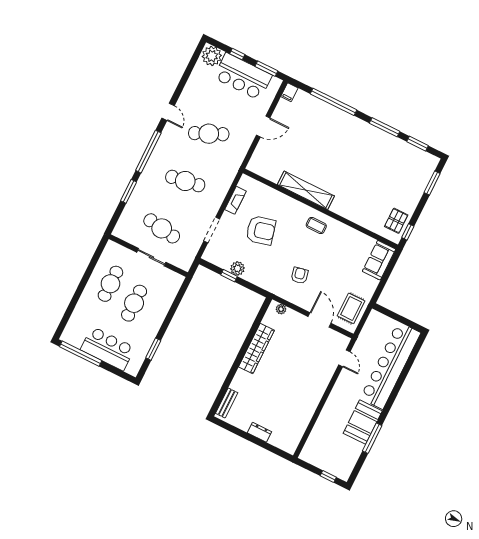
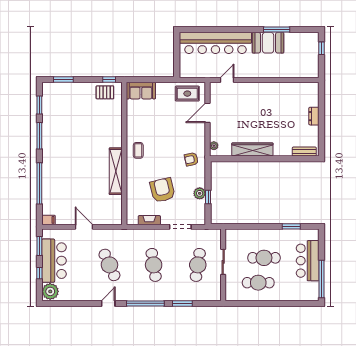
armchair: (300, 275) -> (191, 159), moved

